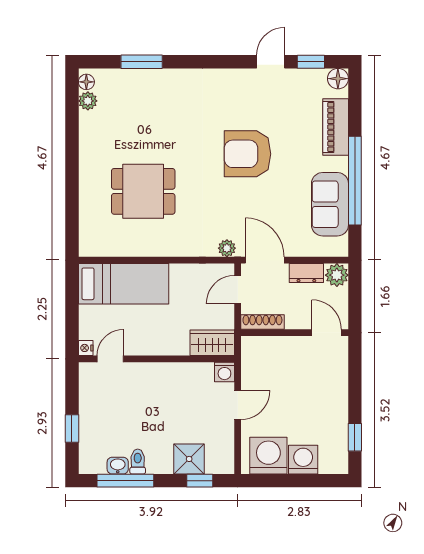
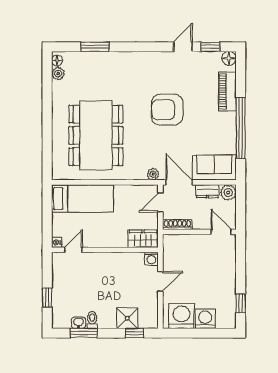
dining table: (143, 191) -> (96, 135), width x1.88, depth x1.24
sofa: (330, 204) -> (214, 168), moved, turned 90
window: (125, 481) -> (84, 333), width x0.69

